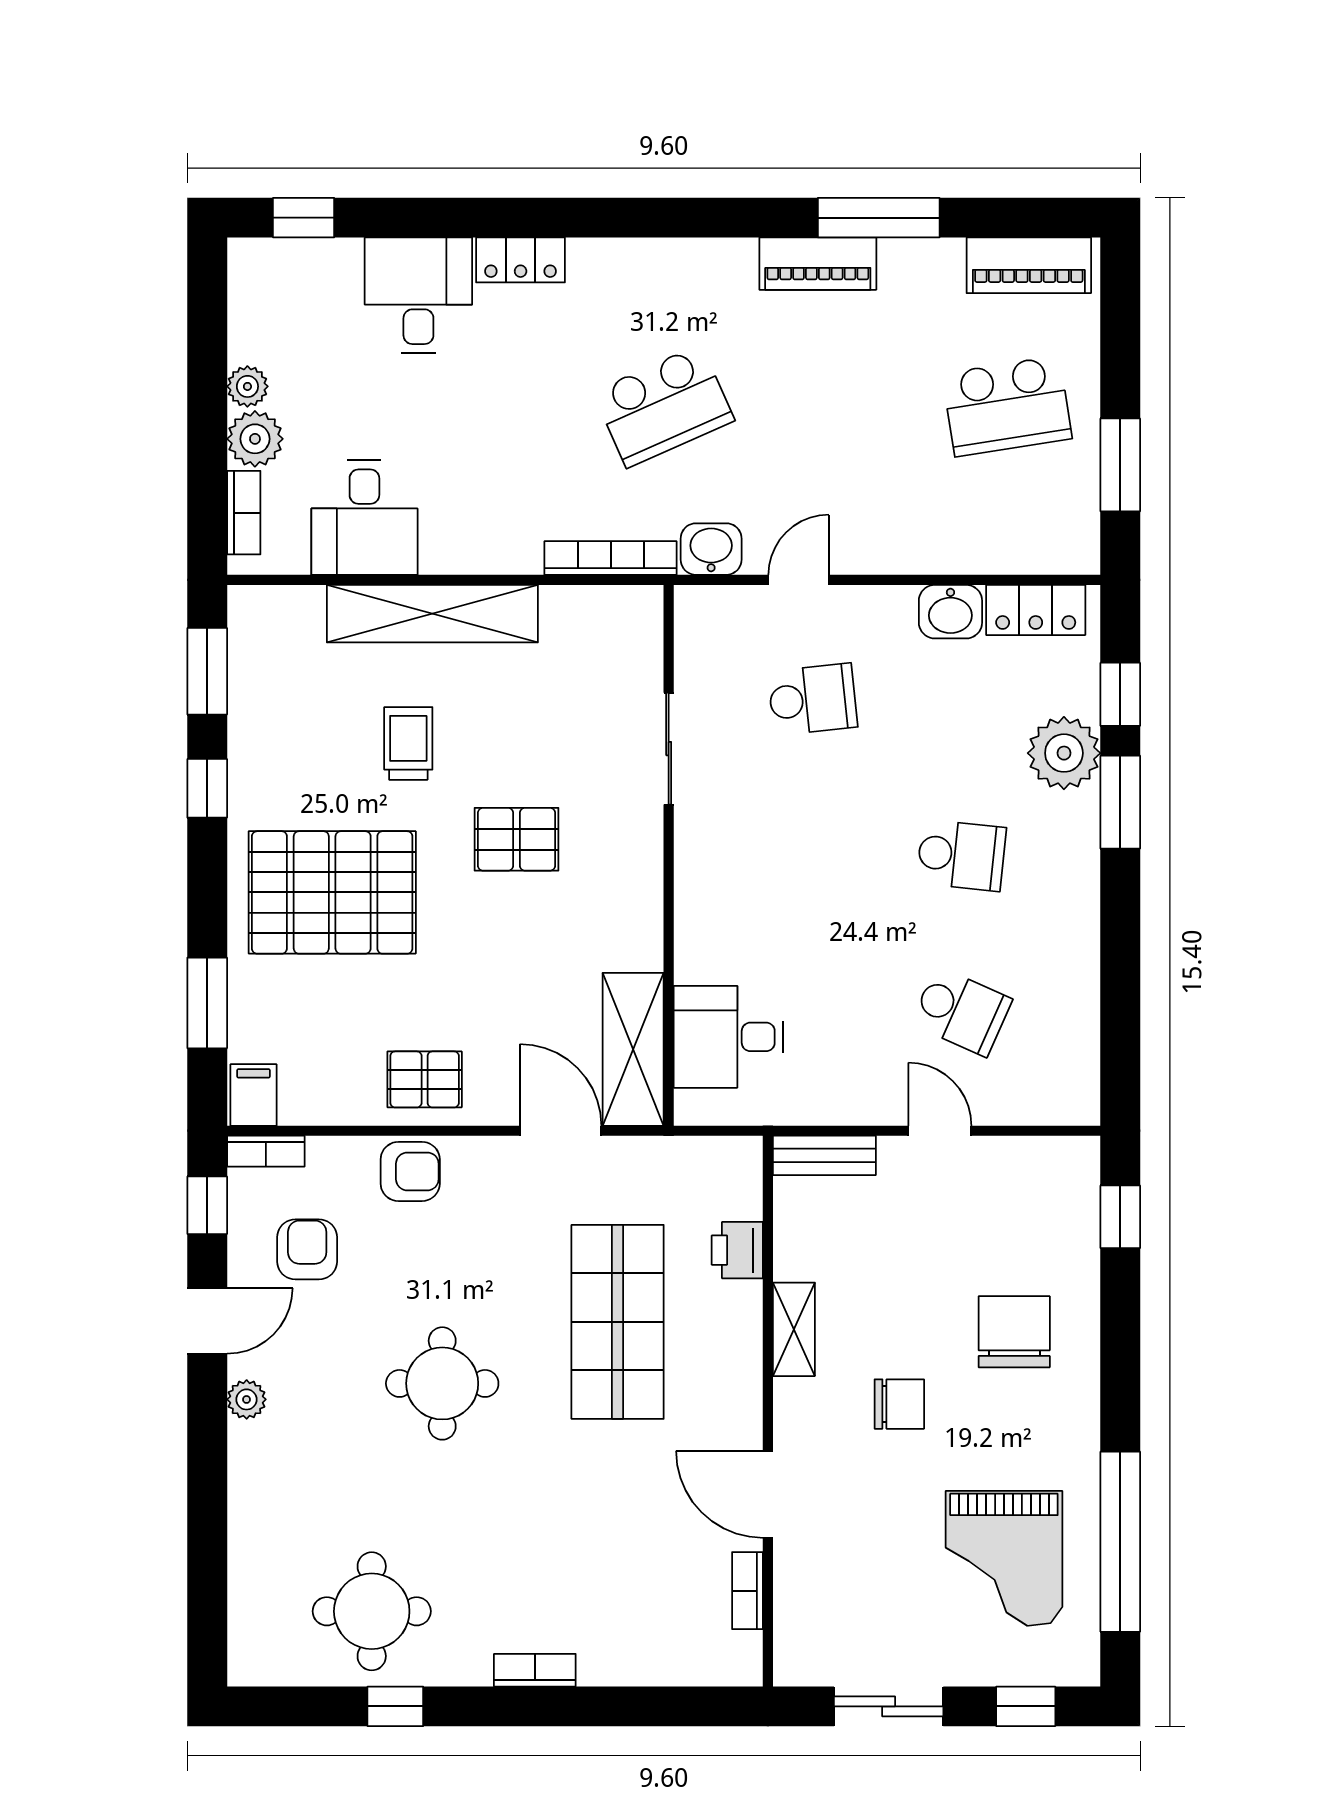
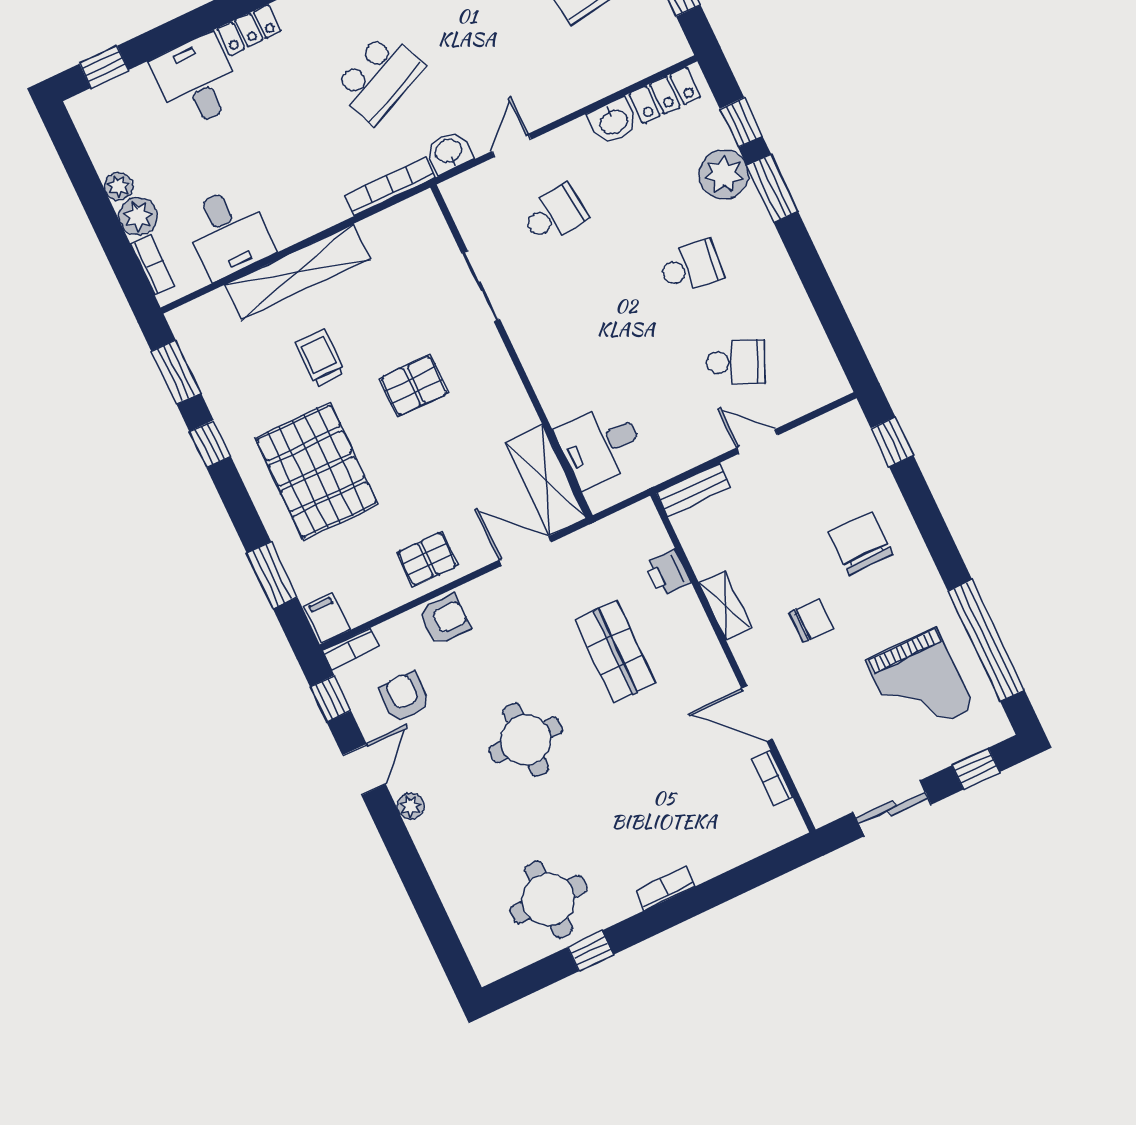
pallet: (332, 892) -> (316, 471), turned 90
shop shelf: (618, 1322) -> (615, 651), width x0.70, depth x0.74

